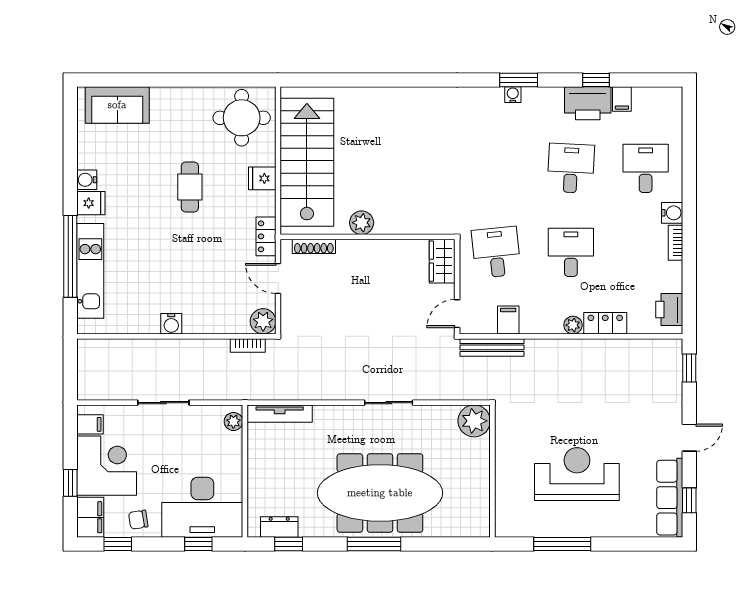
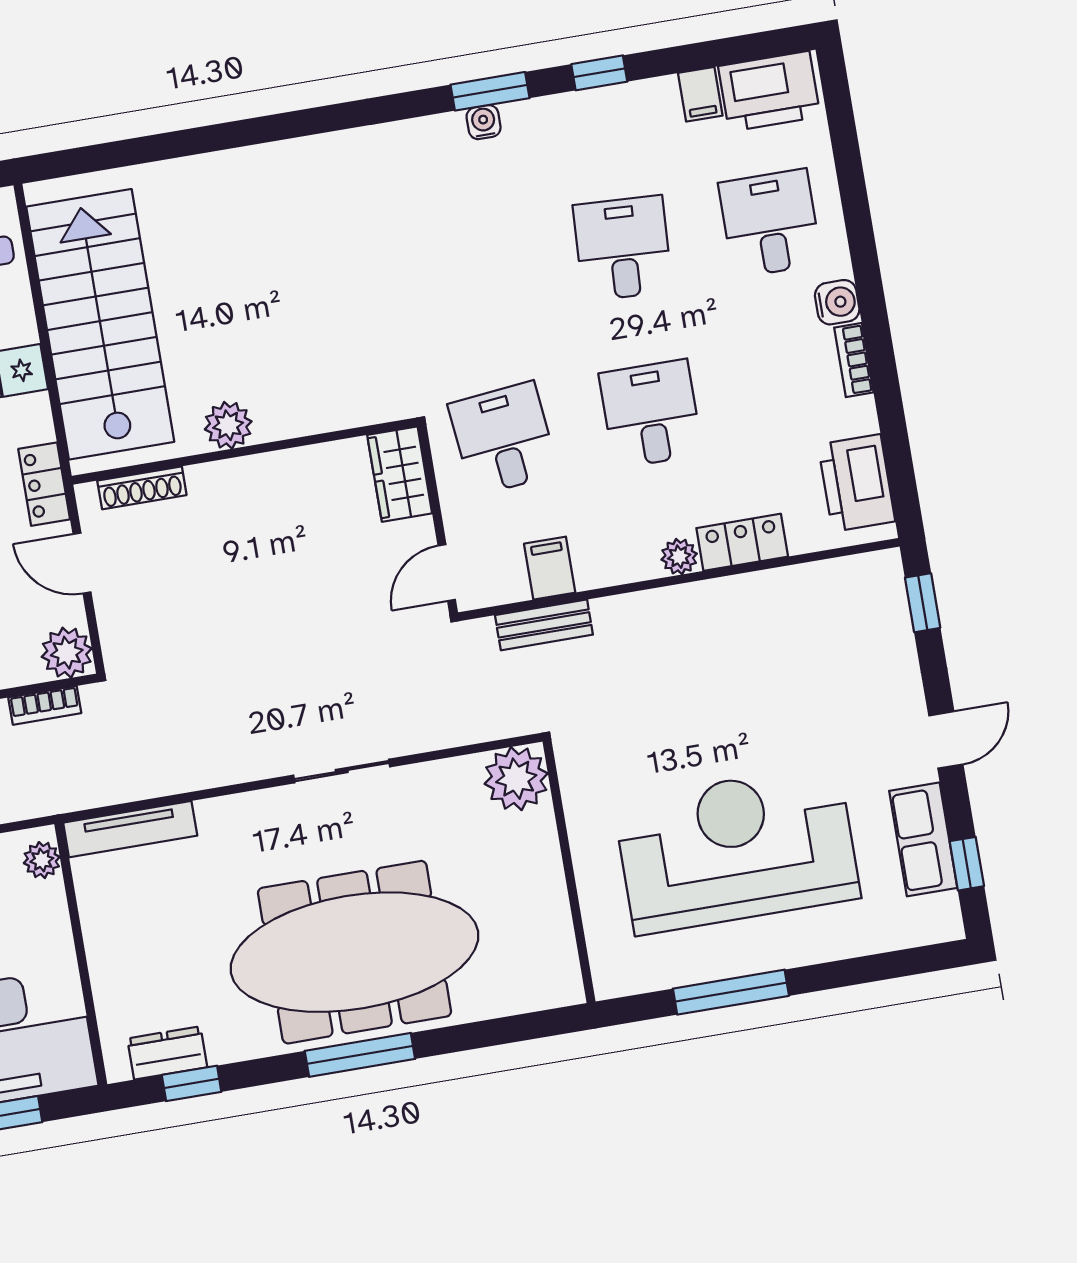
window: (596, 80) -> (599, 73), moved
printer: (588, 103) -> (769, 91), moved
printer: (669, 310) -> (857, 483), width x1.37, depth x1.19
bench: (492, 347) -> (544, 625), width x0.73
reception desk: (577, 474) -> (737, 849), width x1.36, depth x1.30
row of seats: (670, 498) -> (923, 839), width x0.68

